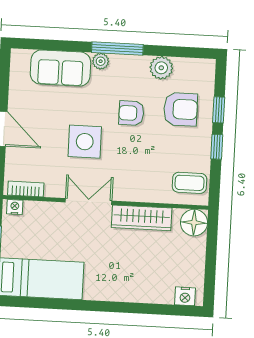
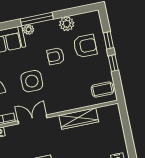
double door: (89, 201) -> (33, 119), moved
floor lamp: (194, 223) -> (111, 113), removed

